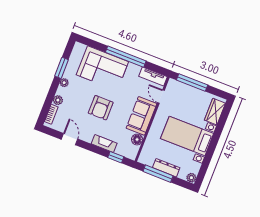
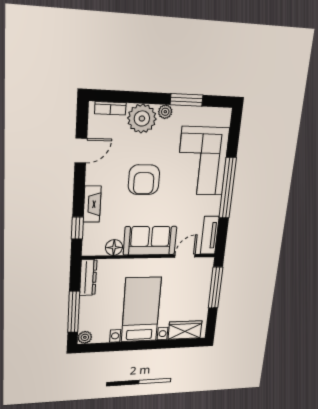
plant: (58, 100) -> (142, 118), width x1.88, depth x1.88
armchair: (101, 108) -> (144, 180), turned -90
dresser: (166, 168) -> (88, 277), moved
window: (158, 174) -> (74, 312), moved

